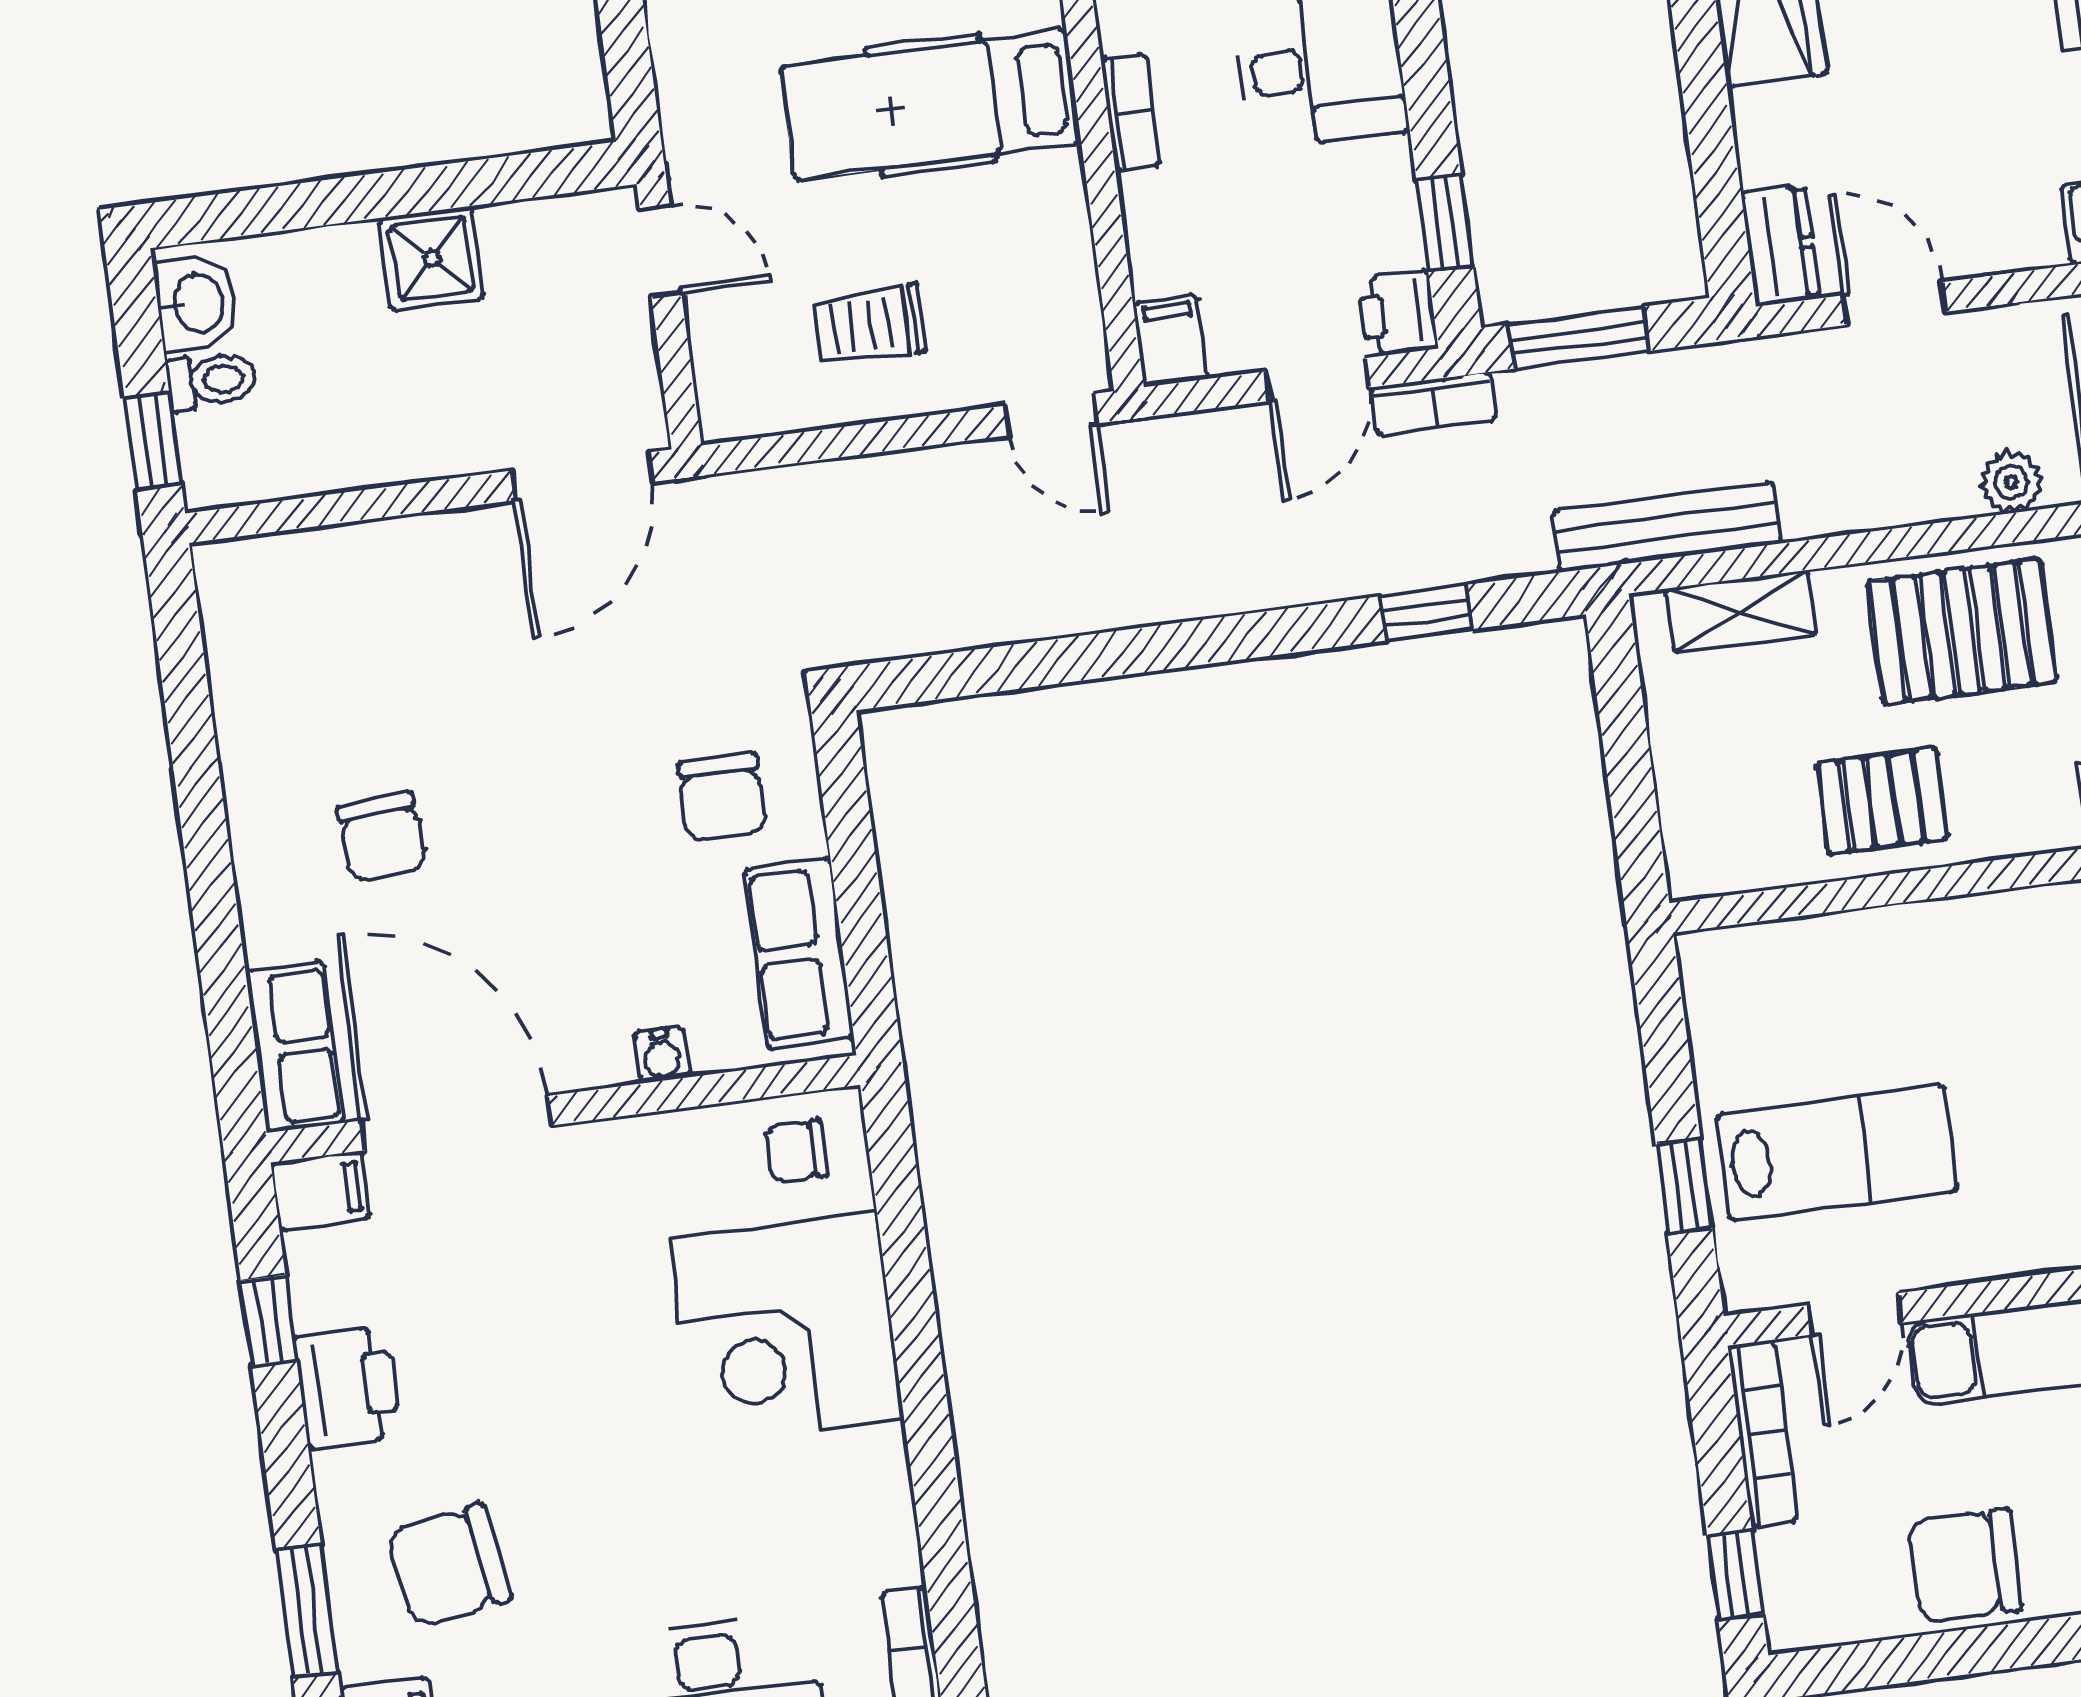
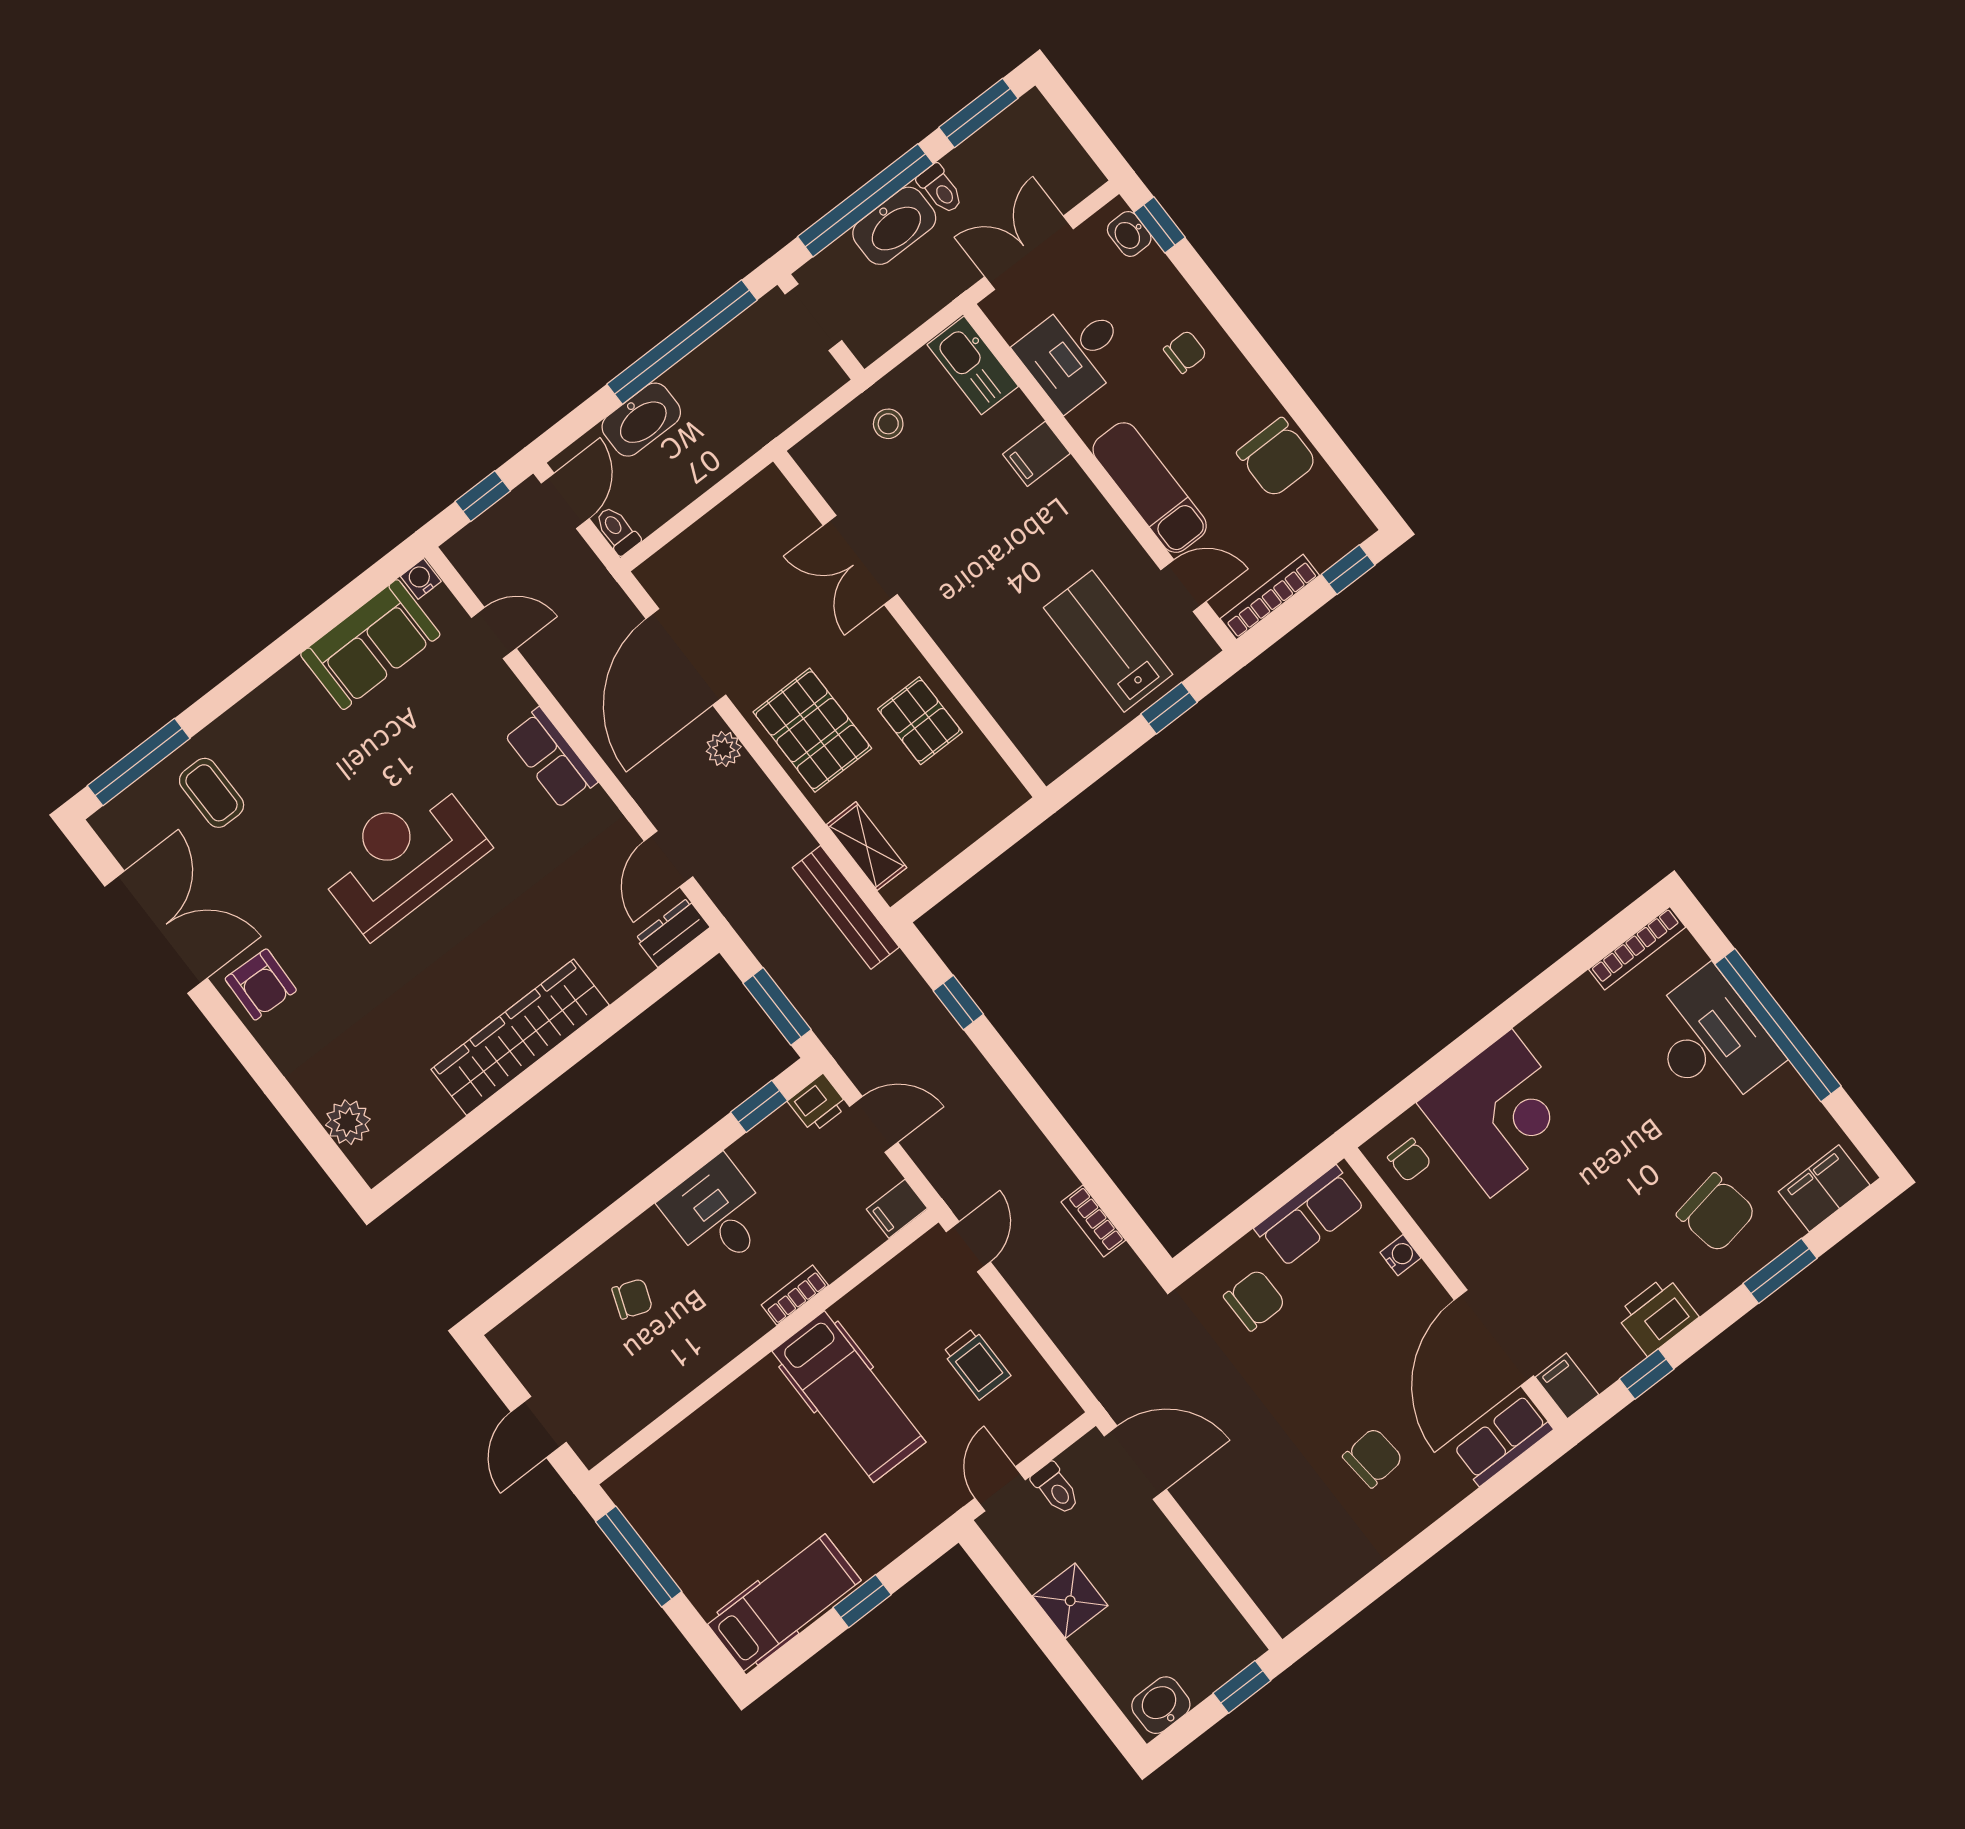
toilet: (212, 380) -> (1056, 1489), moved, turned 180
bookcase: (1434, 404) -> (1093, 1221), moved, turned 180

